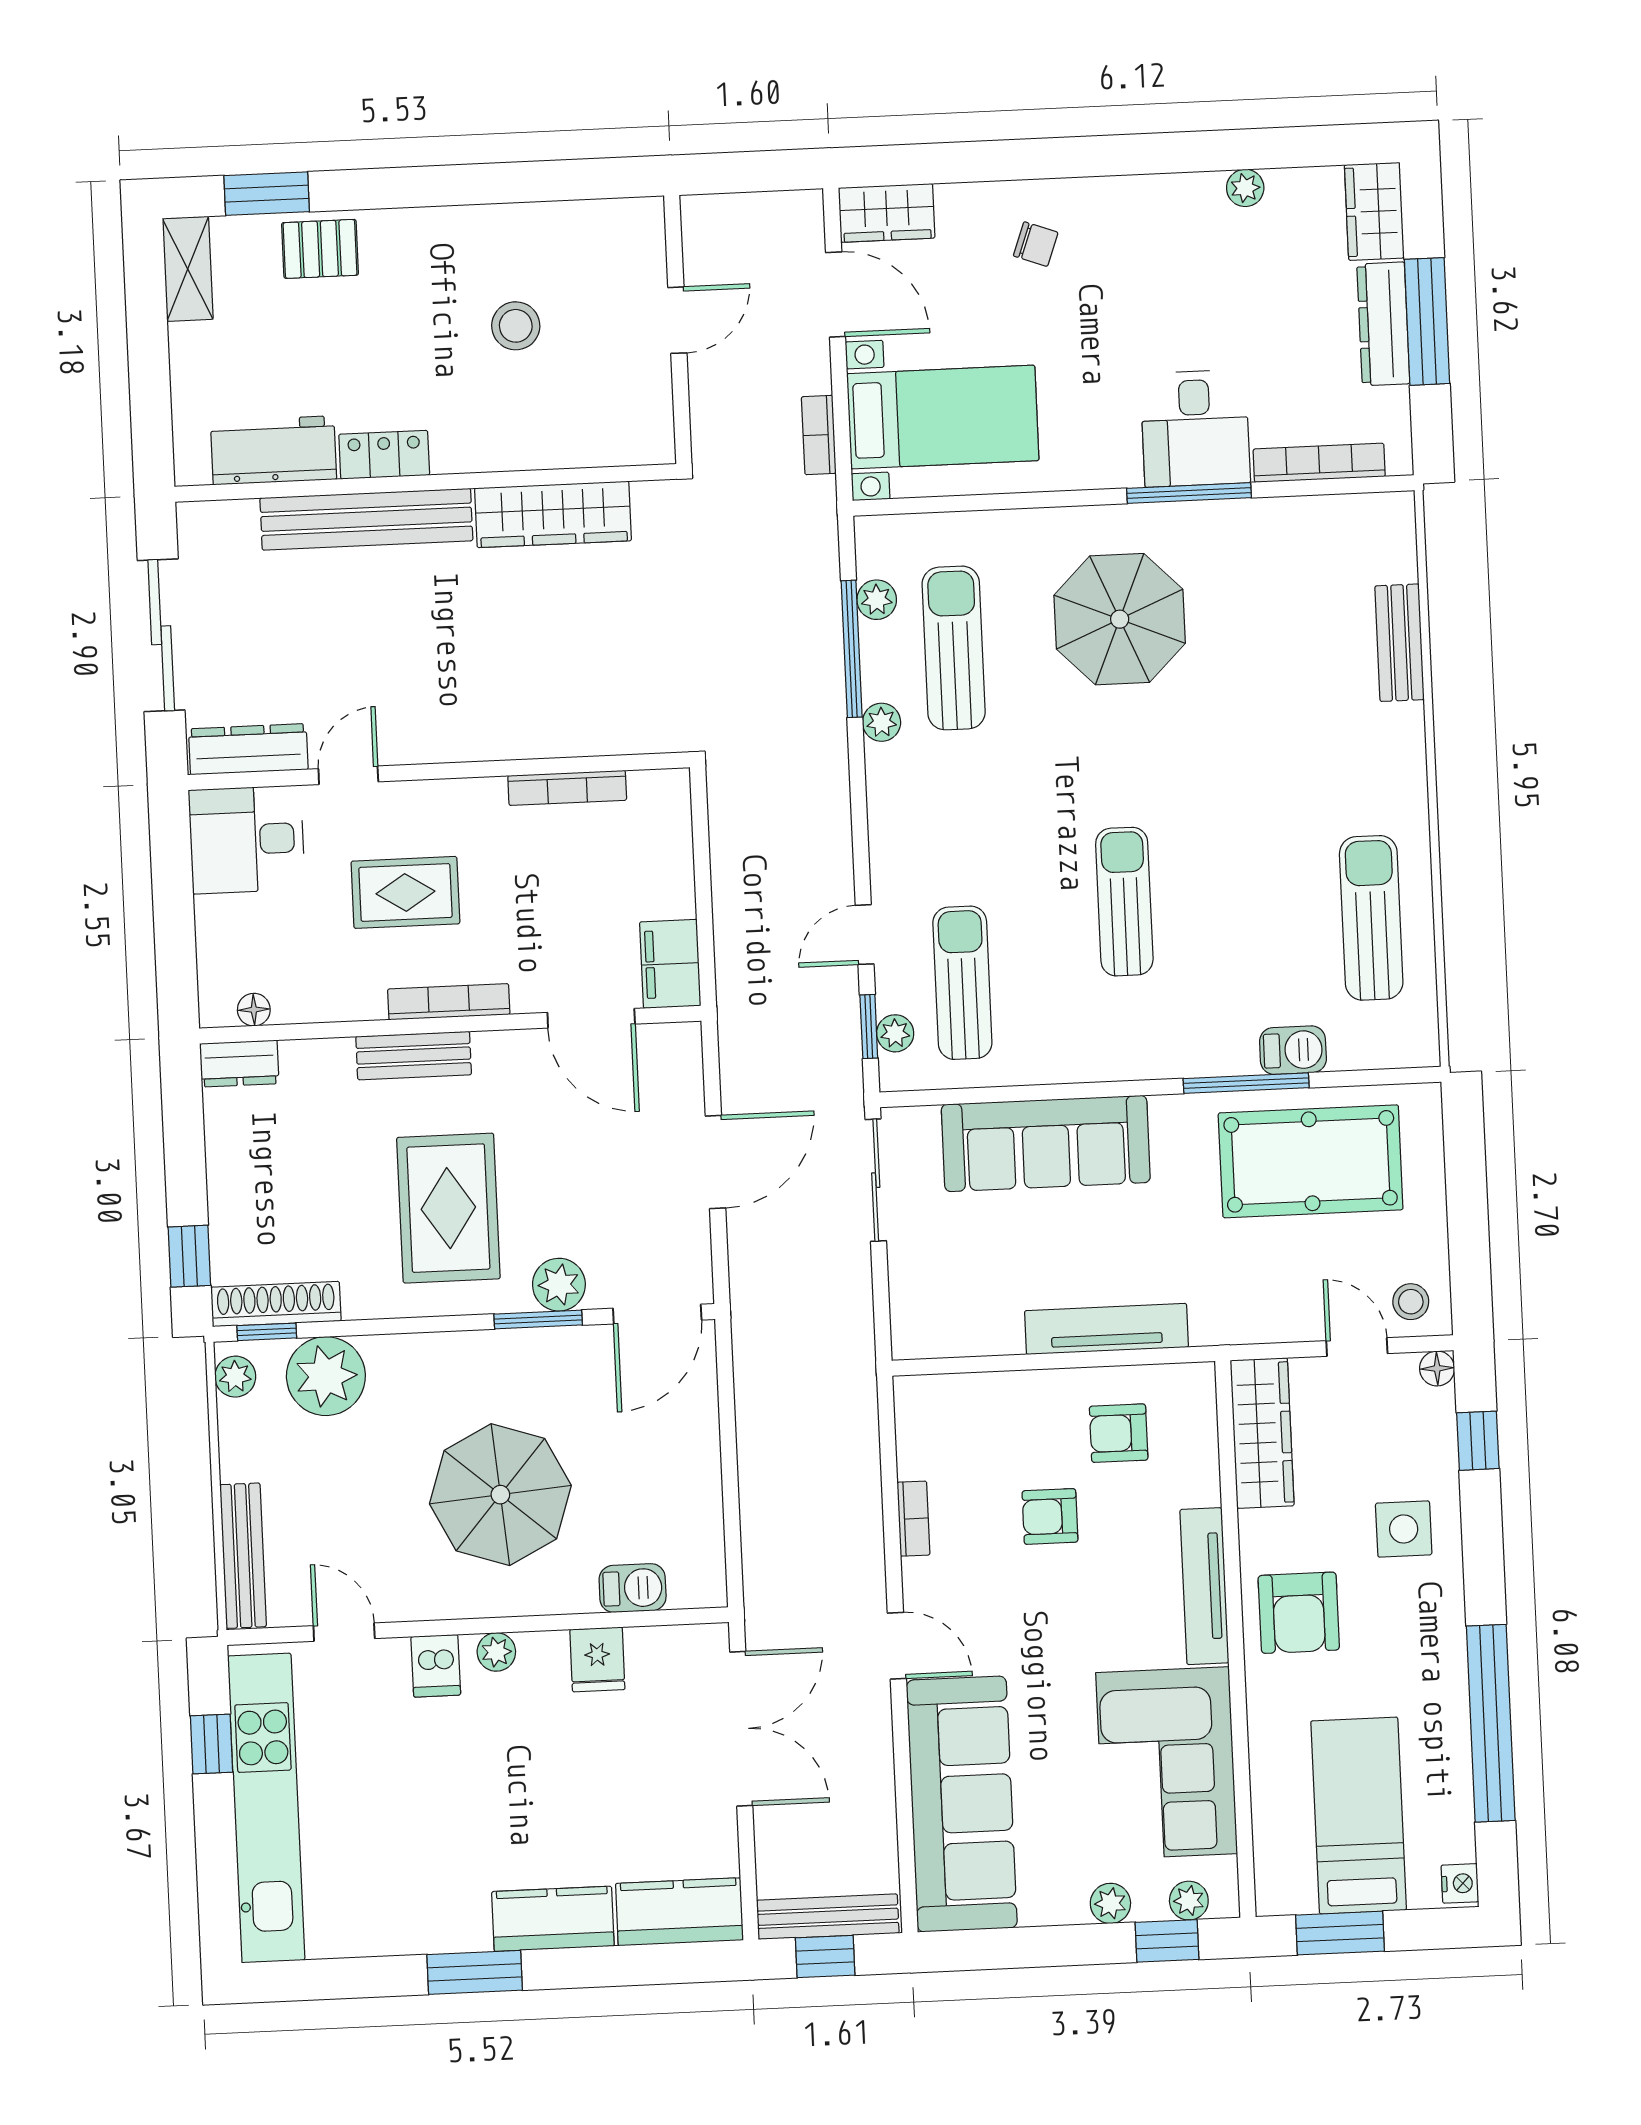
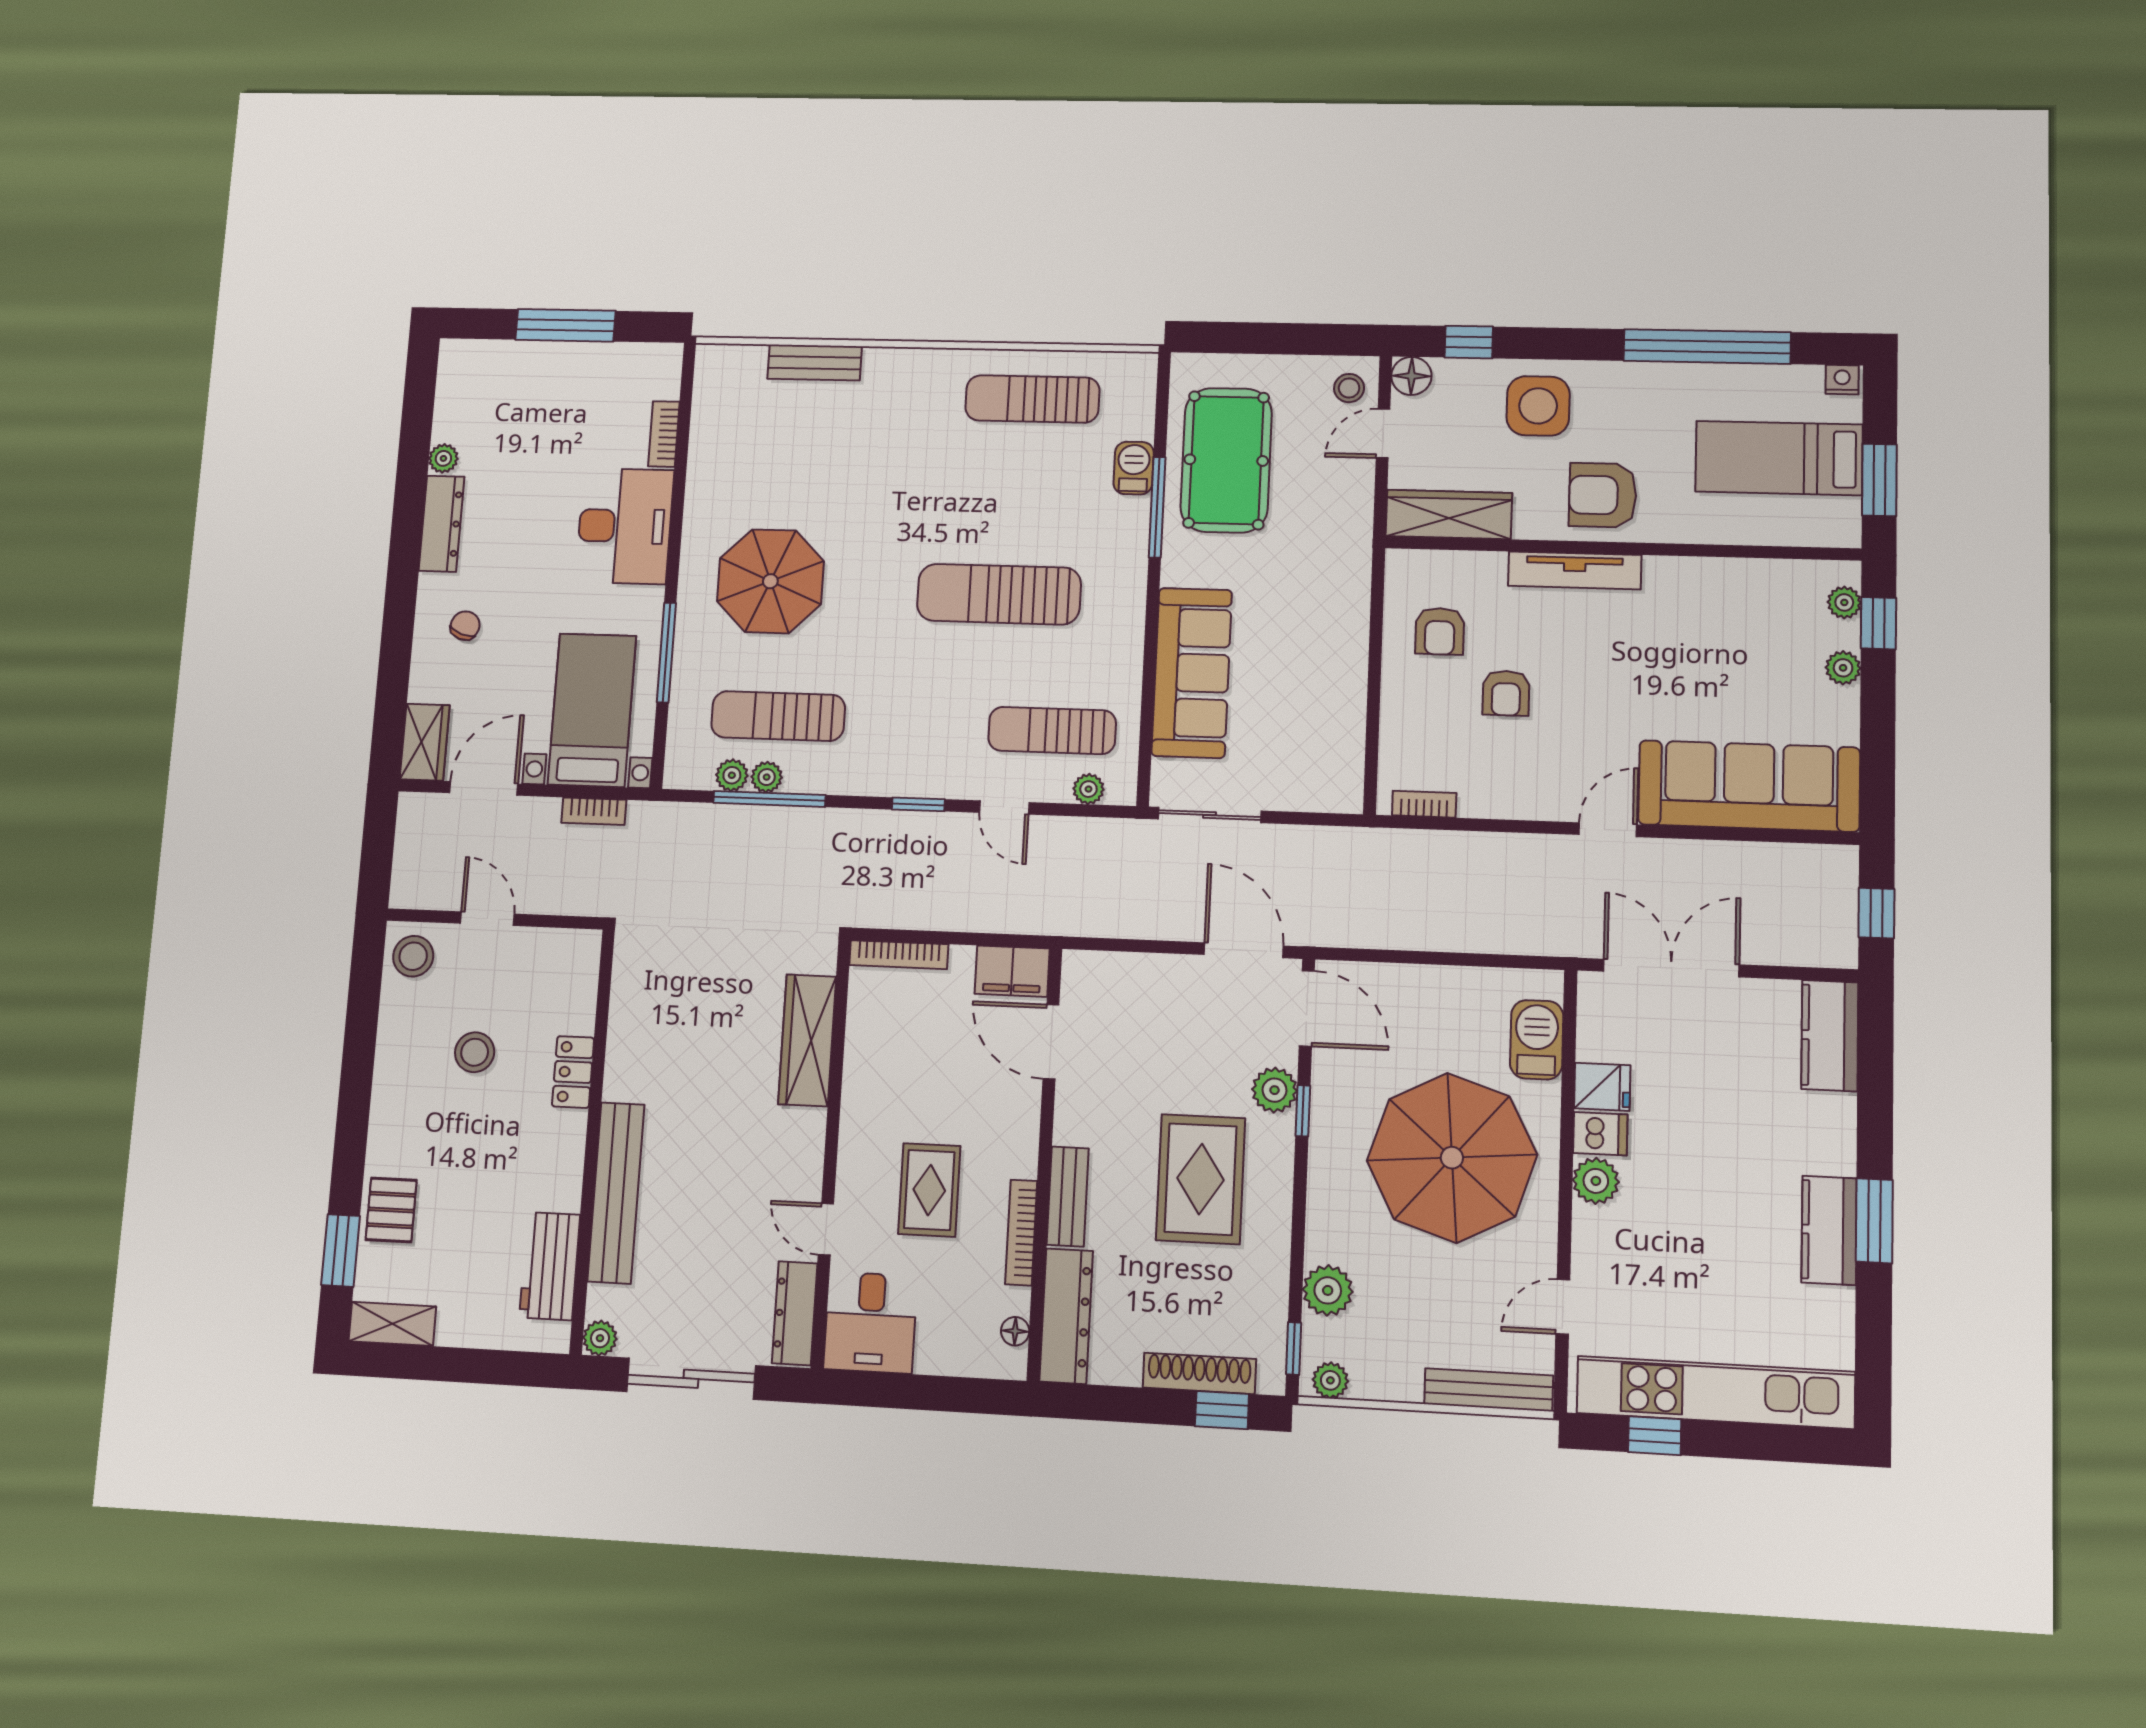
wardrobe: (1374, 211) -> (475, 360), removed
stool: (624, 234) -> (413, 956), added
dresser: (1383, 324) -> (442, 524), moved, turned -90
desk: (1195, 428) -> (625, 526), width x1.37
locker: (384, 455) -> (573, 1072), moved
bookcase: (1319, 463) -> (664, 434), width x0.64
window: (1189, 493) -> (666, 653), moved
wardrobe: (553, 514) -> (807, 1040), moved, turned 180
plant: (196, 521) -> (600, 1338), added
plant: (882, 722) -> (767, 777), moved
bookcase: (567, 788) -> (899, 955), moved, turned 90
sun lounger: (1124, 902) -> (999, 594), width x1.36, depth x1.34
bookcase: (449, 1002) -> (1021, 1233), moved
door: (591, 1018) -> (1051, 1042), swing flipped
window: (869, 1027) -> (918, 804), moved
dresser: (239, 1064) -> (1066, 1316), width x1.96, depth x1.24
door: (716, 1162) -> (1244, 950), moved
rug: (448, 1208) -> (1201, 1179), turned 90
shoe rack: (276, 1304) -> (1199, 1373), moved, turned 90
window: (538, 1320) -> (1303, 1111), width x0.67
tv unit: (1106, 1329) -> (1351, 635), removed
floor lamp: (1437, 1368) -> (1411, 376), width x1.37, depth x1.37
plant: (326, 1376) -> (1328, 1290), width x0.73, depth x0.73
parasol: (500, 1495) -> (1452, 1158), width x1.36, depth x1.36
bookcase: (913, 1519) -> (1424, 804), moved
side table: (1404, 1529) -> (1538, 406), width x1.37, depth x1.37
barbecue: (633, 1588) -> (1537, 1040), width x1.38, depth x1.27
armchair: (1299, 1613) -> (1603, 495), turned 180
plant: (496, 1652) -> (1596, 1181), width x1.38, depth x1.38
dishwasher: (436, 1666) -> (1600, 1134), moved
corner sofa: (1167, 1763) -> (1724, 612), removed
bench: (828, 1917) -> (1841, 908), removed
kitchen counter: (553, 1919) -> (1829, 1230), moved

